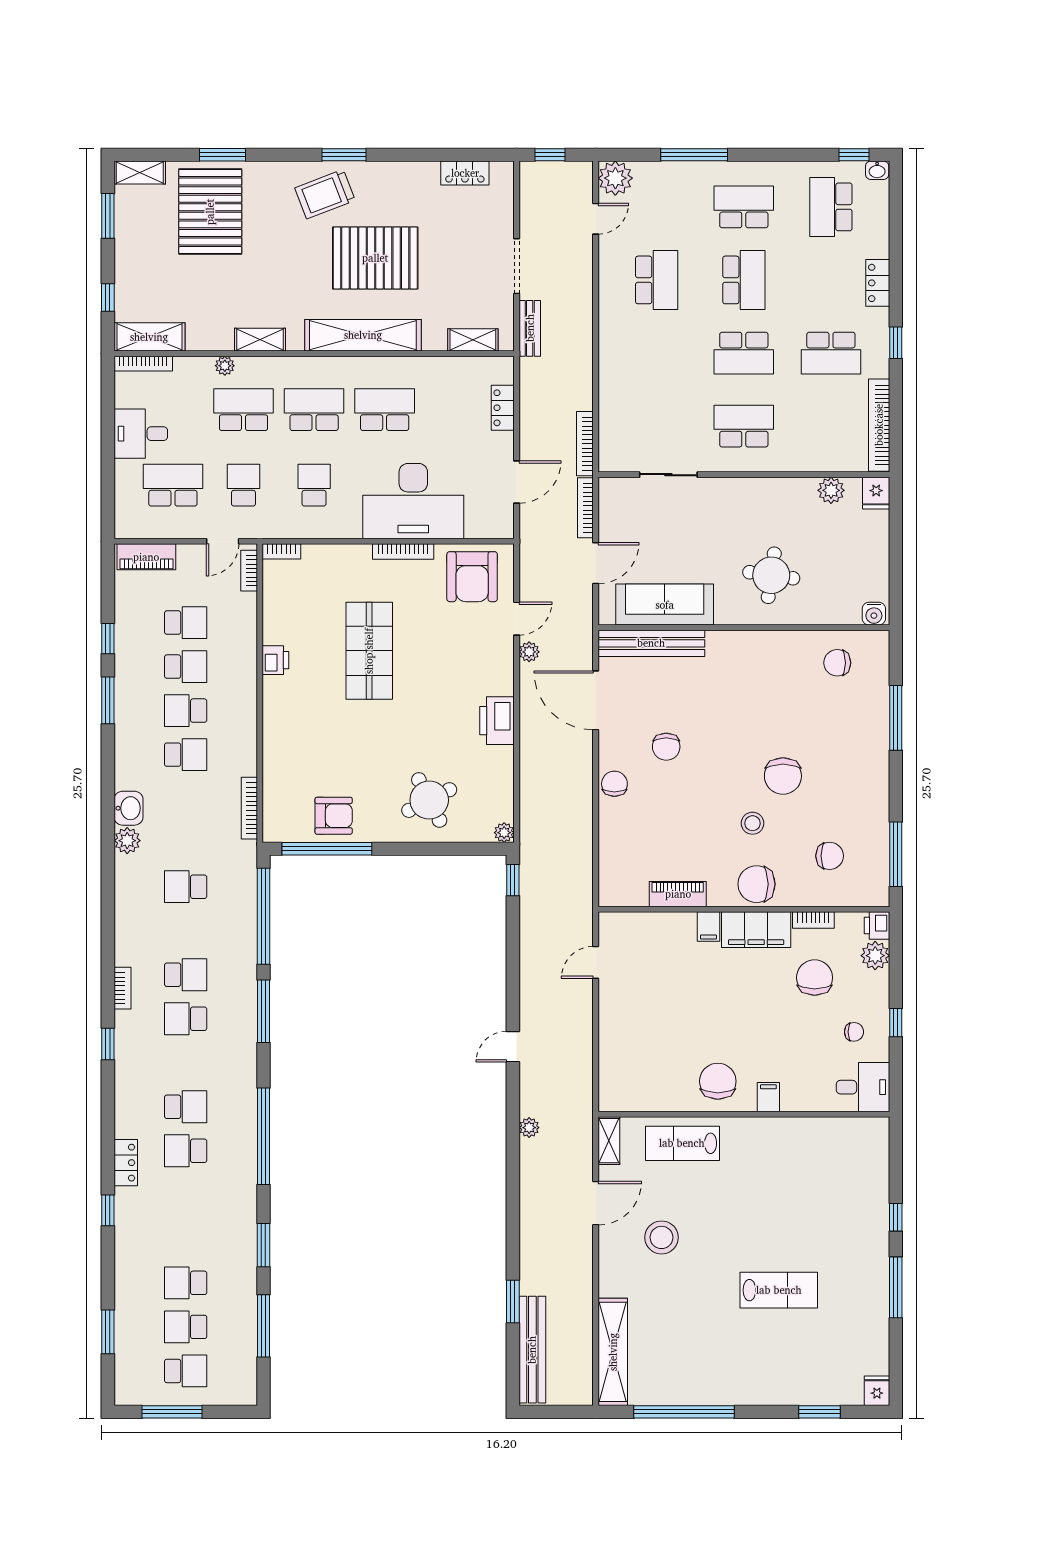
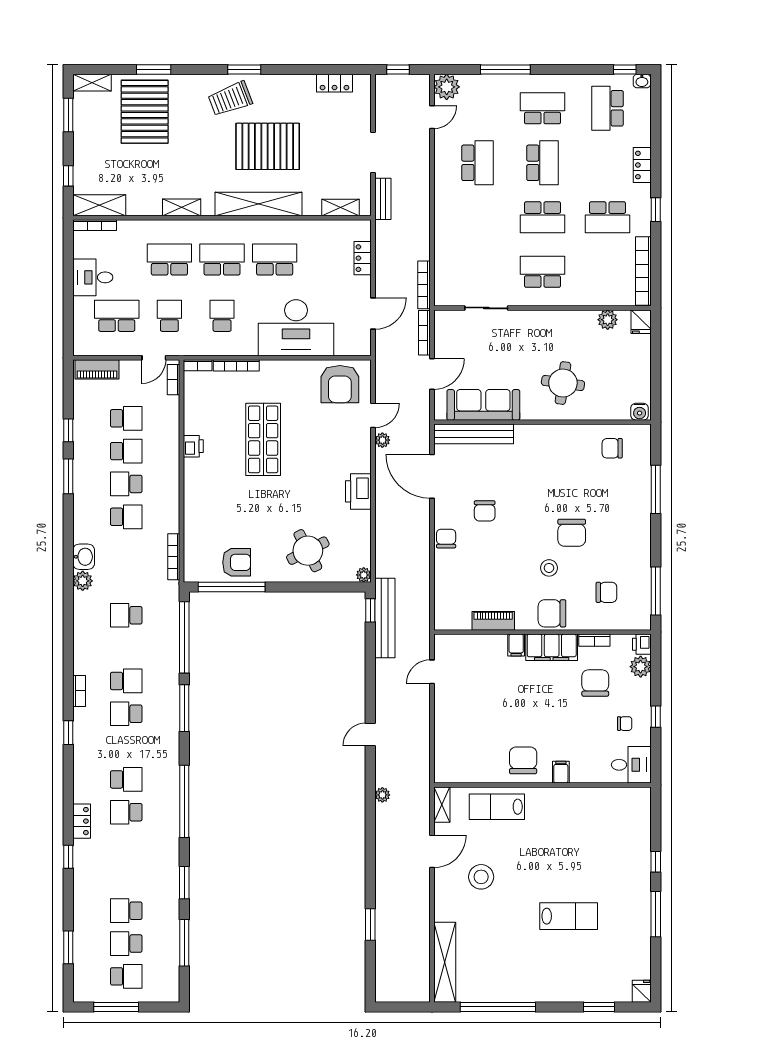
plant: (225, 366) -> (155, 227), removed
bookcase: (403, 552) -> (236, 365), moved
bench: (532, 1350) -> (385, 618), moved

